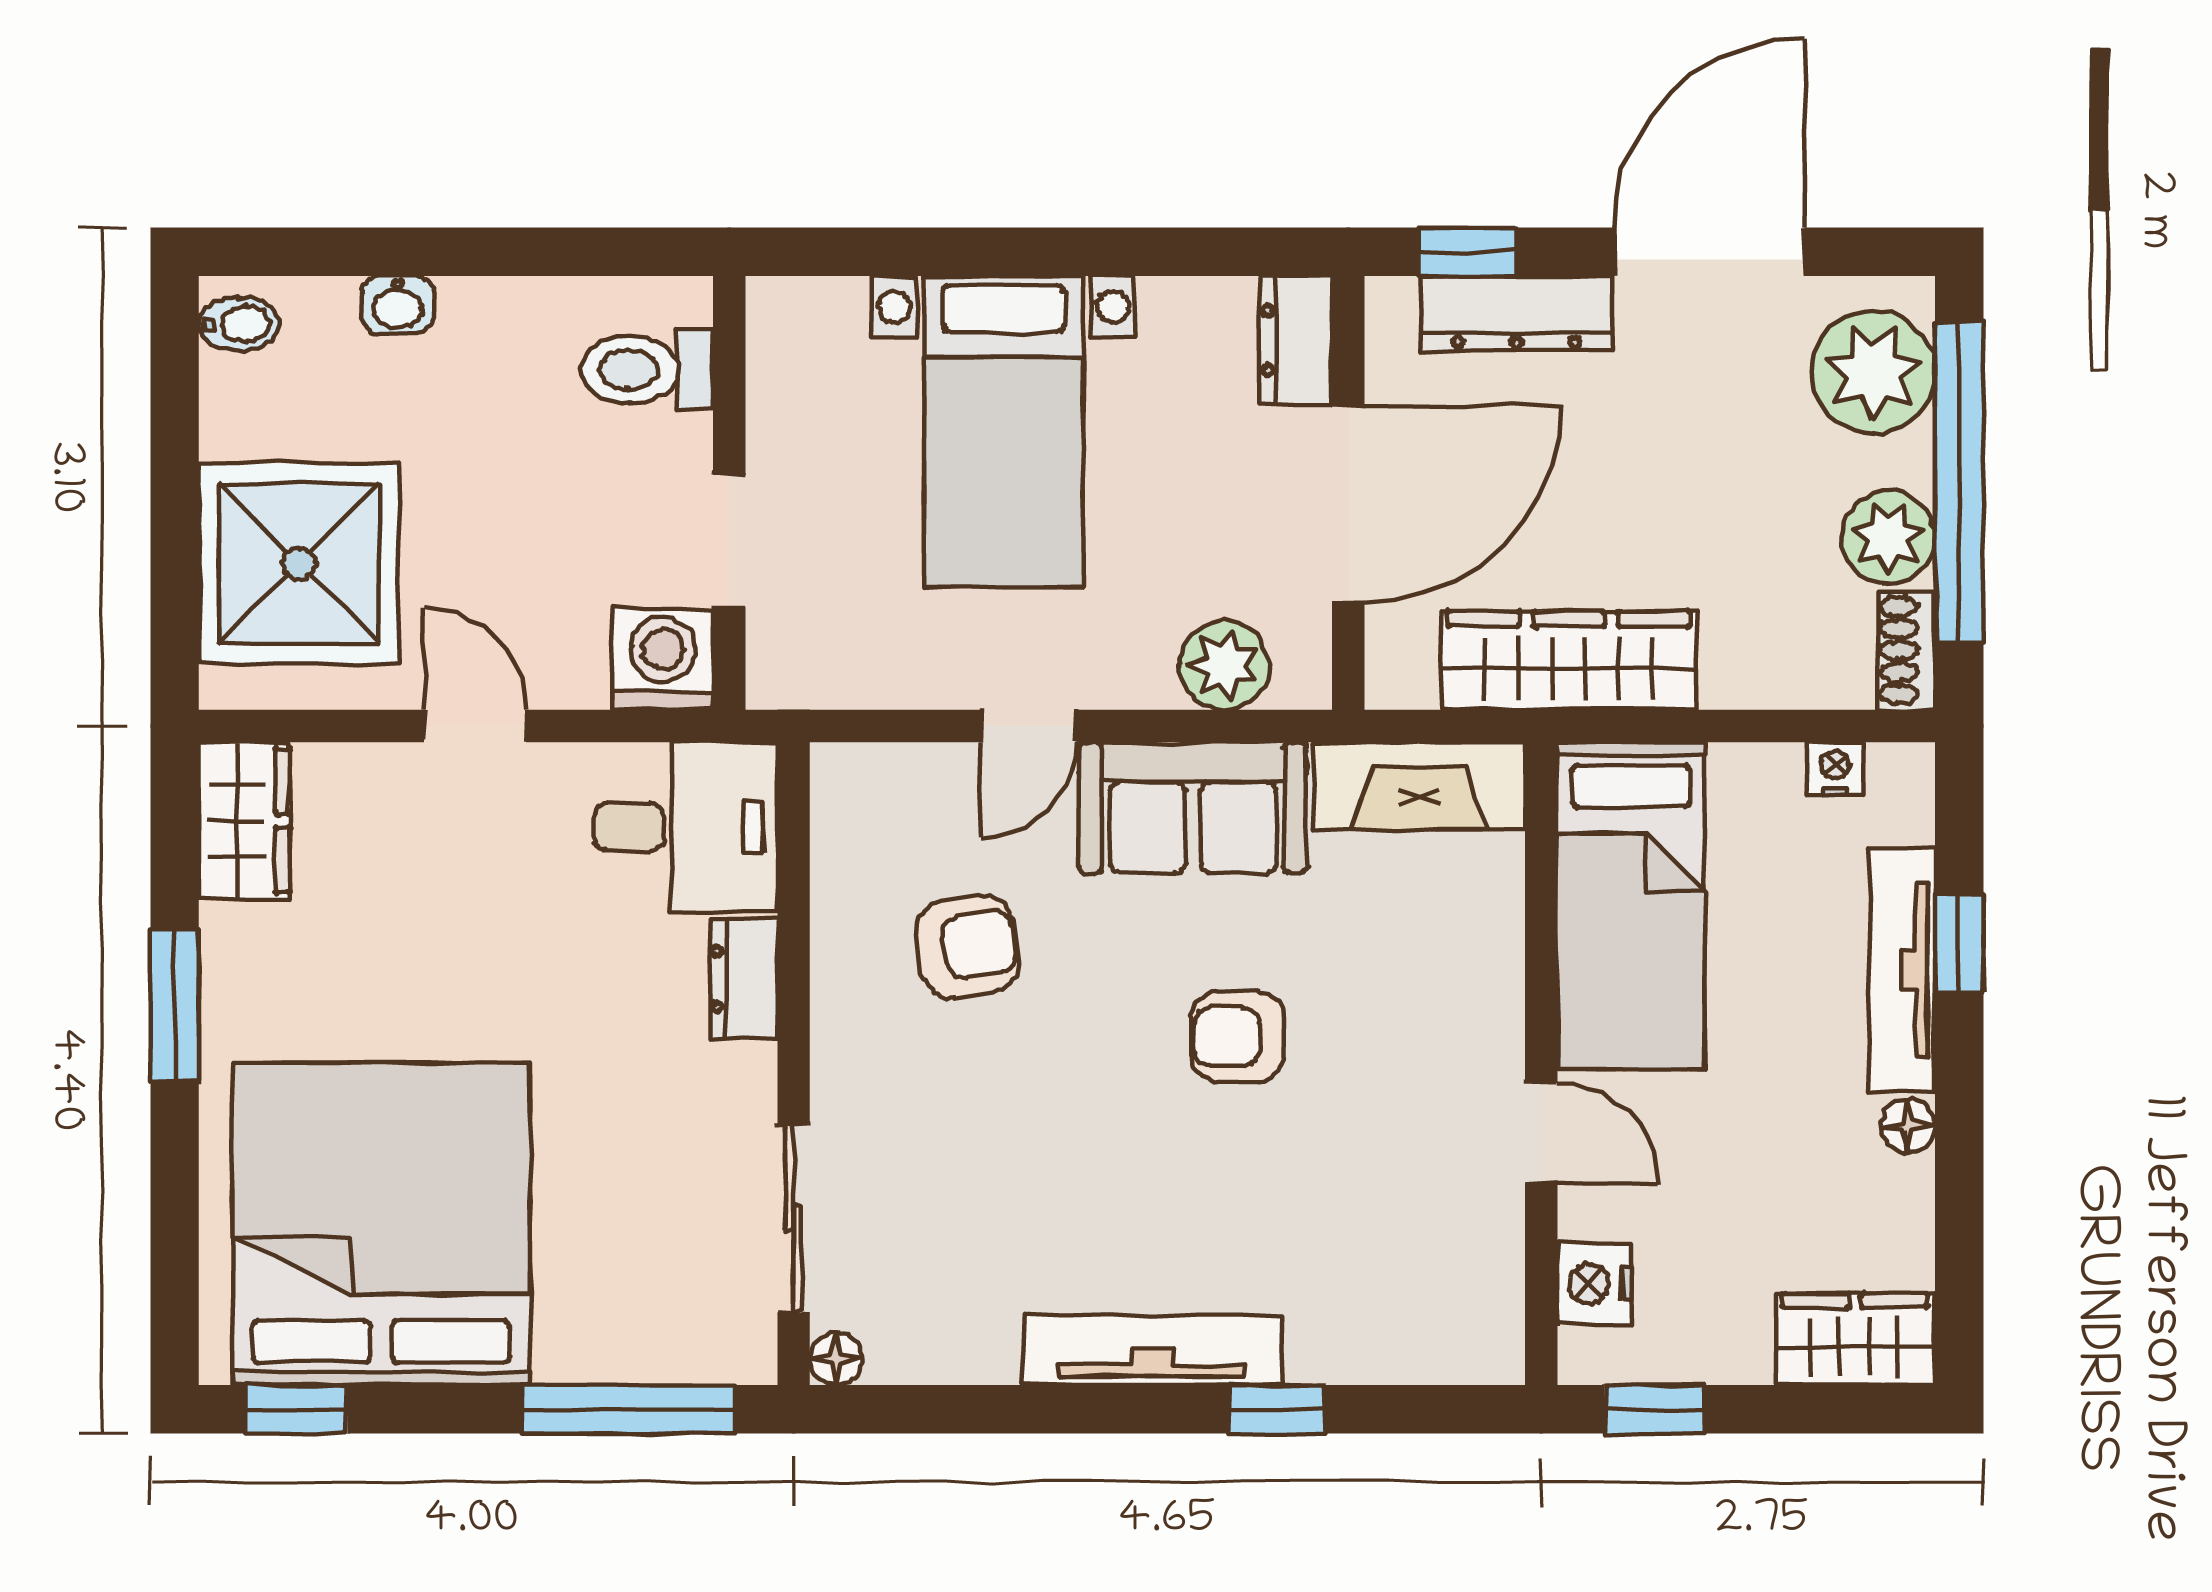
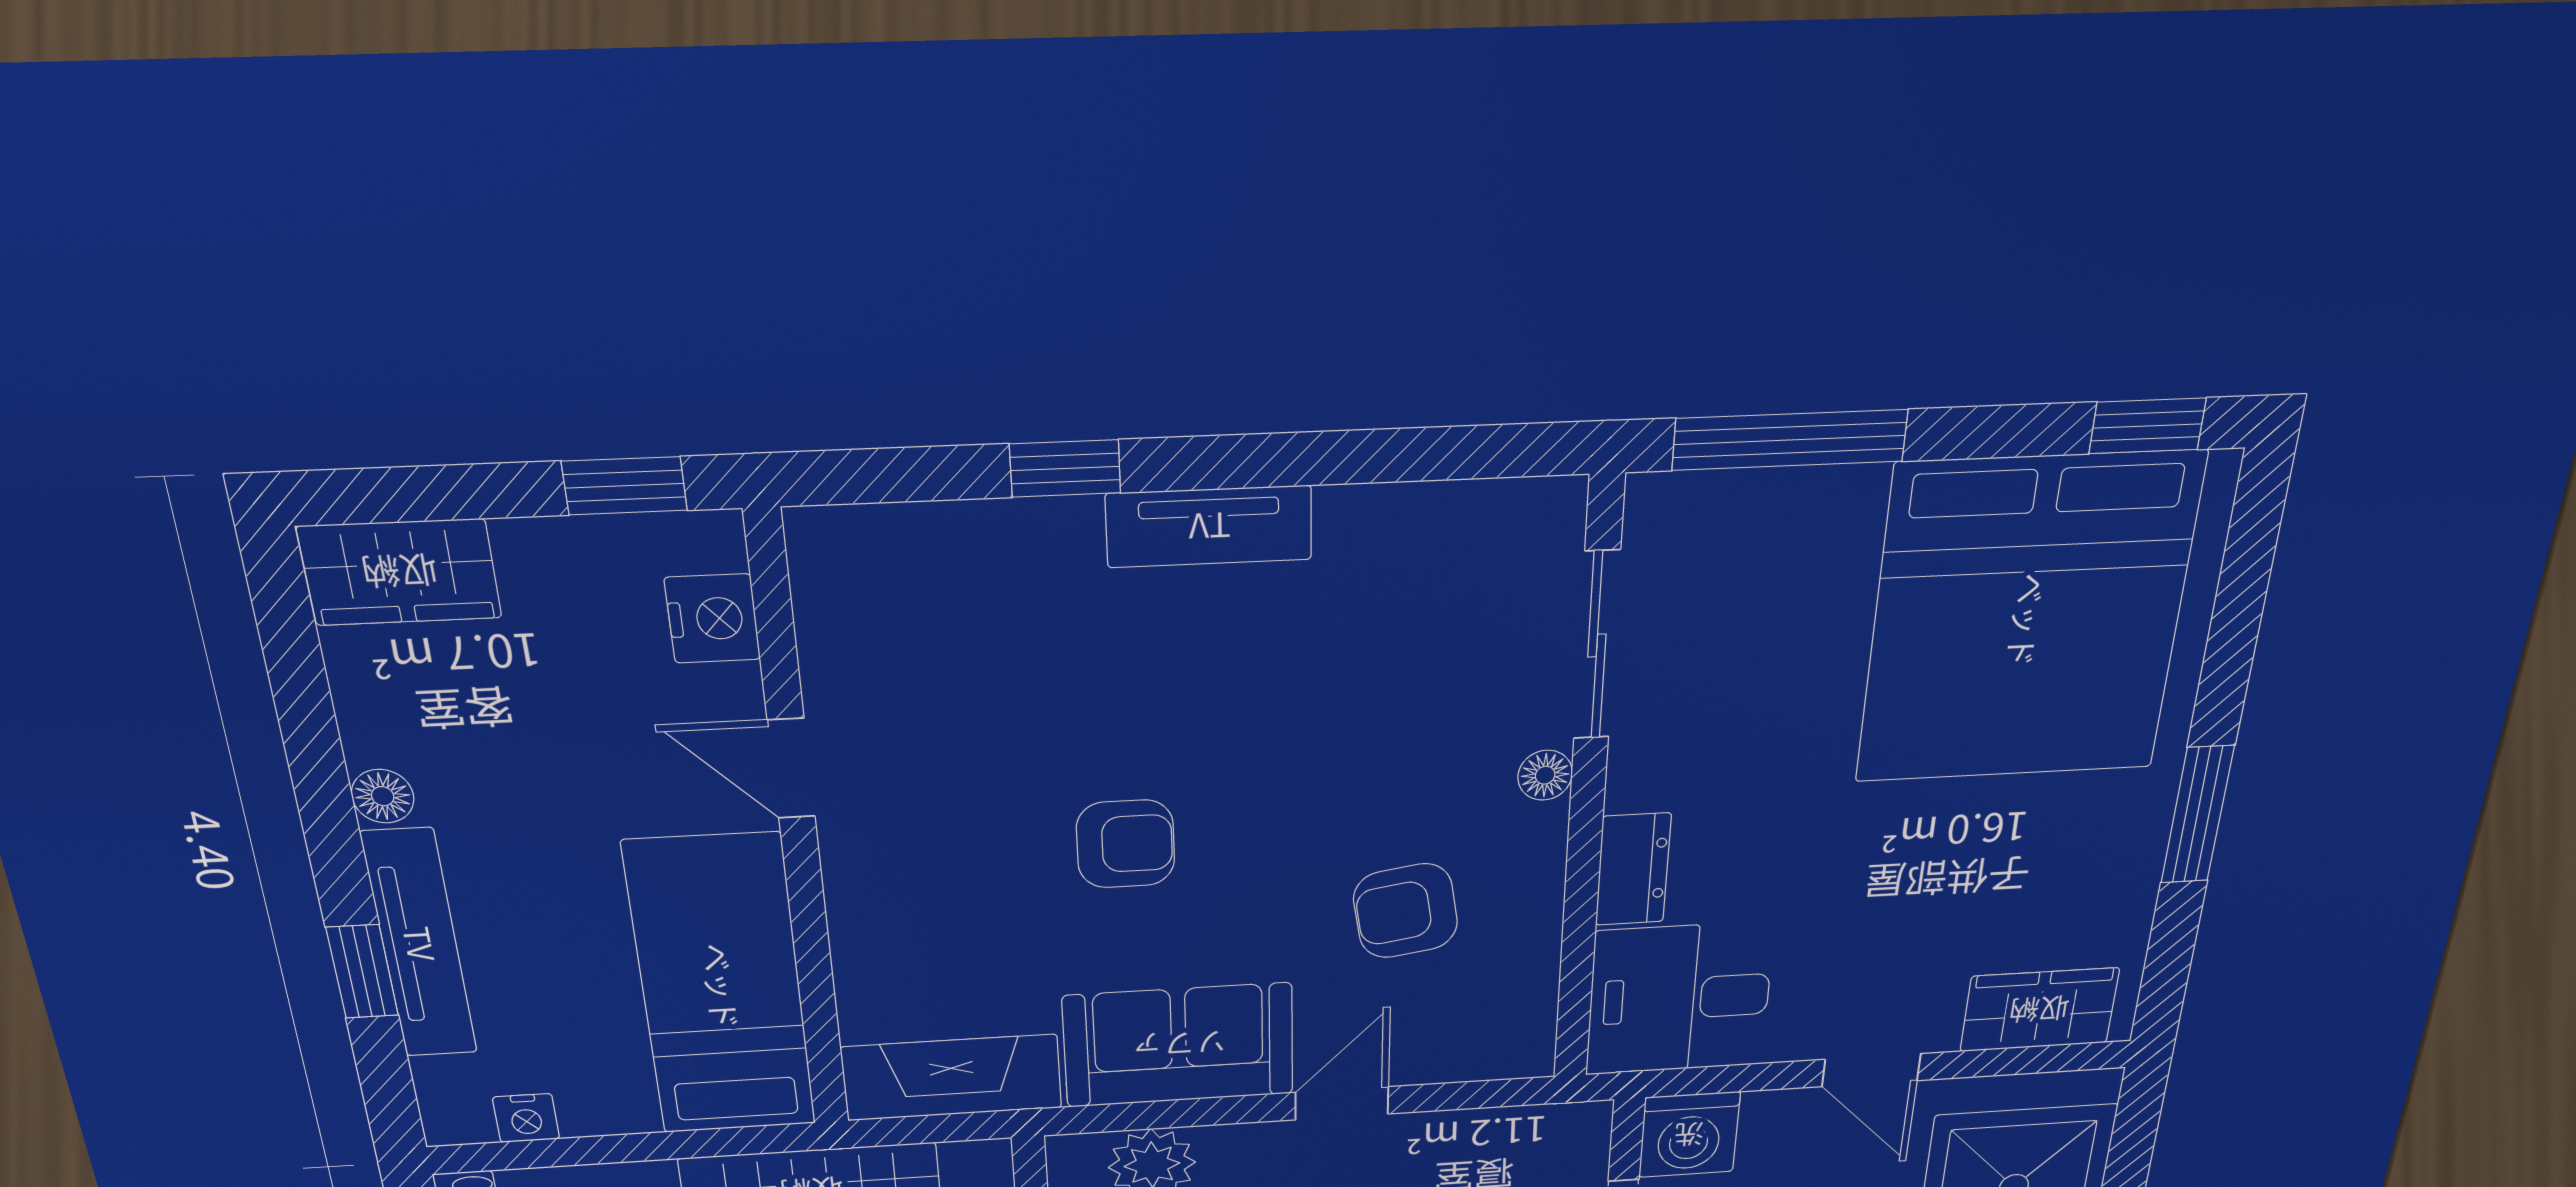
wardrobe: (244, 821) -> (2039, 1010), moved, turned 90
tv unit: (1152, 1350) -> (1209, 527), width x0.71
floor lamp: (836, 1359) -> (1545, 775), moved

